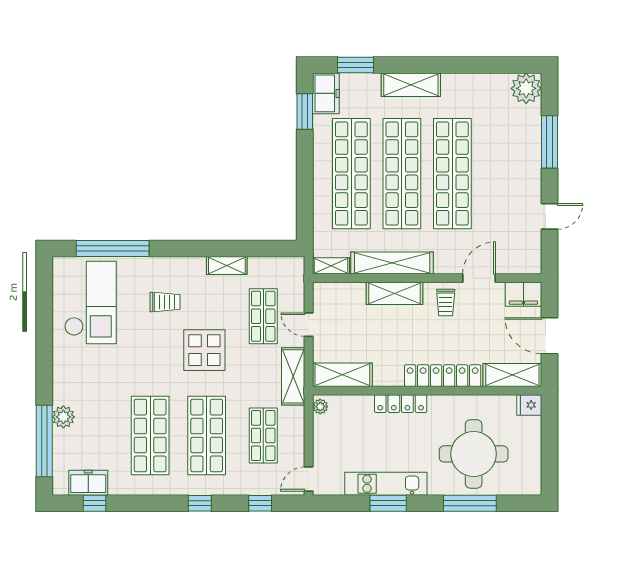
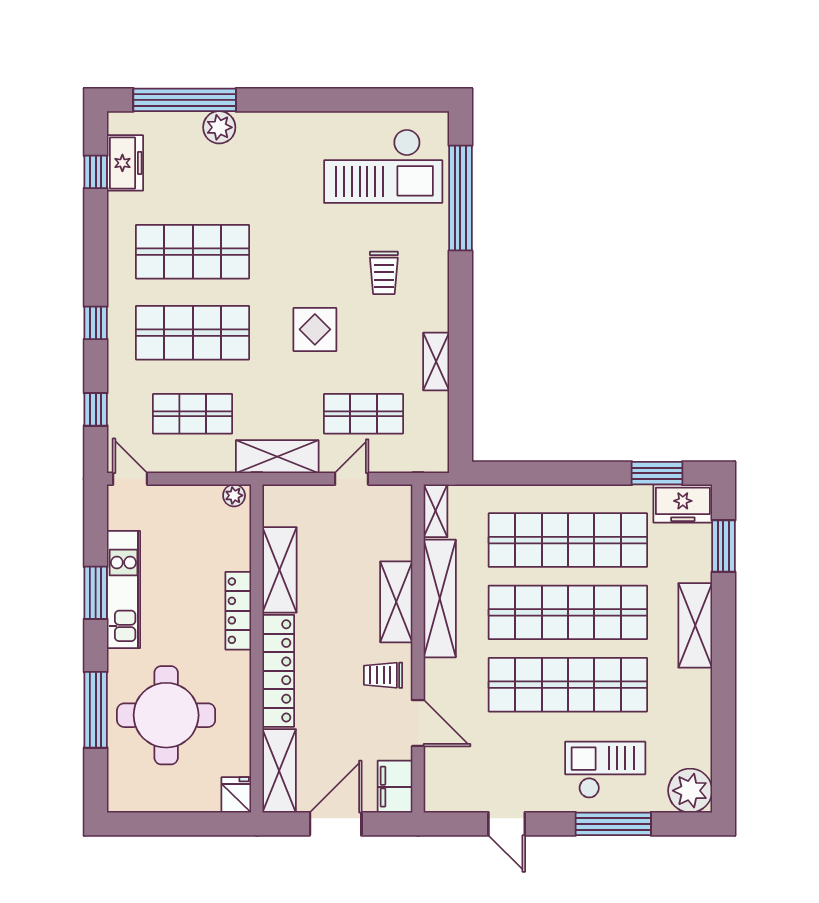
checkout: (512, 148) -> (605, 770), added
display table: (204, 350) -> (315, 329), width x0.73, depth x0.73
shelving: (342, 375) -> (280, 570), moved

